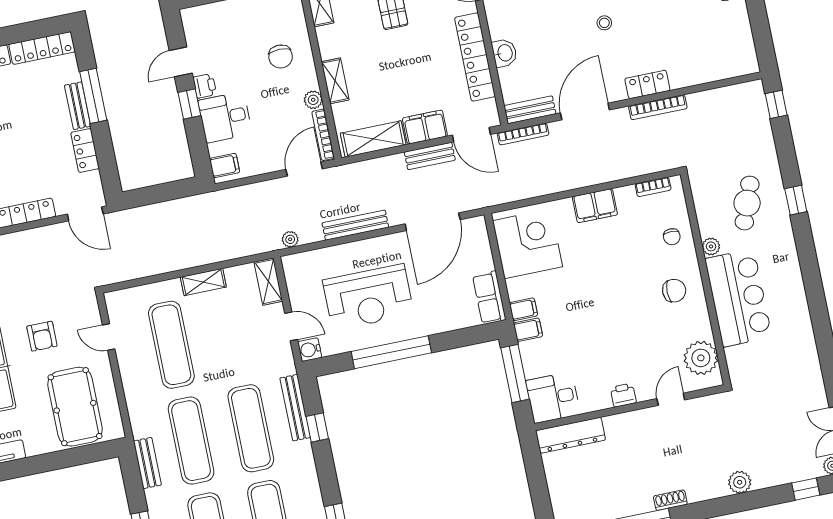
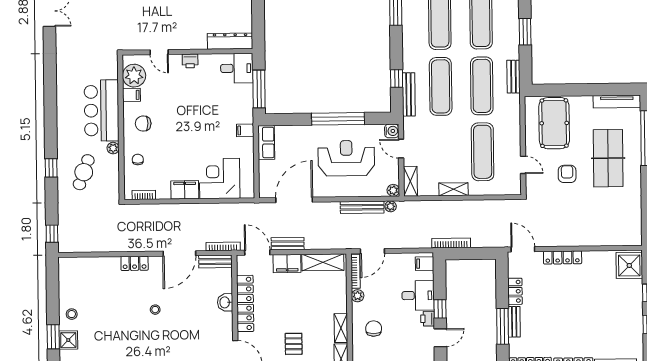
shelving: (335, 81) -> (341, 328), moved
bookcase: (658, 107) -> (451, 243), moved
bench: (355, 225) -> (362, 207), moved
corner desk: (527, 244) -> (220, 179), moved, turned 90
plant: (291, 263) -> (393, 190), added
filing cabinet: (528, 330) -> (132, 95), moved, turned 180
door: (671, 399) -> (159, 52), hinge flipped

